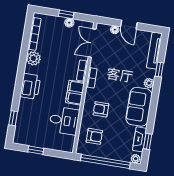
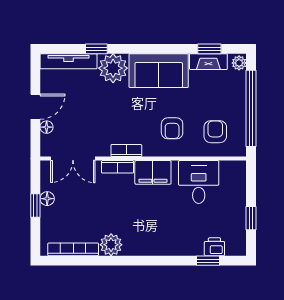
plant: (149, 83) -> (113, 68), width x1.88, depth x1.88
printer: (30, 86) -> (214, 247), moved, width x0.53, depth x0.68

